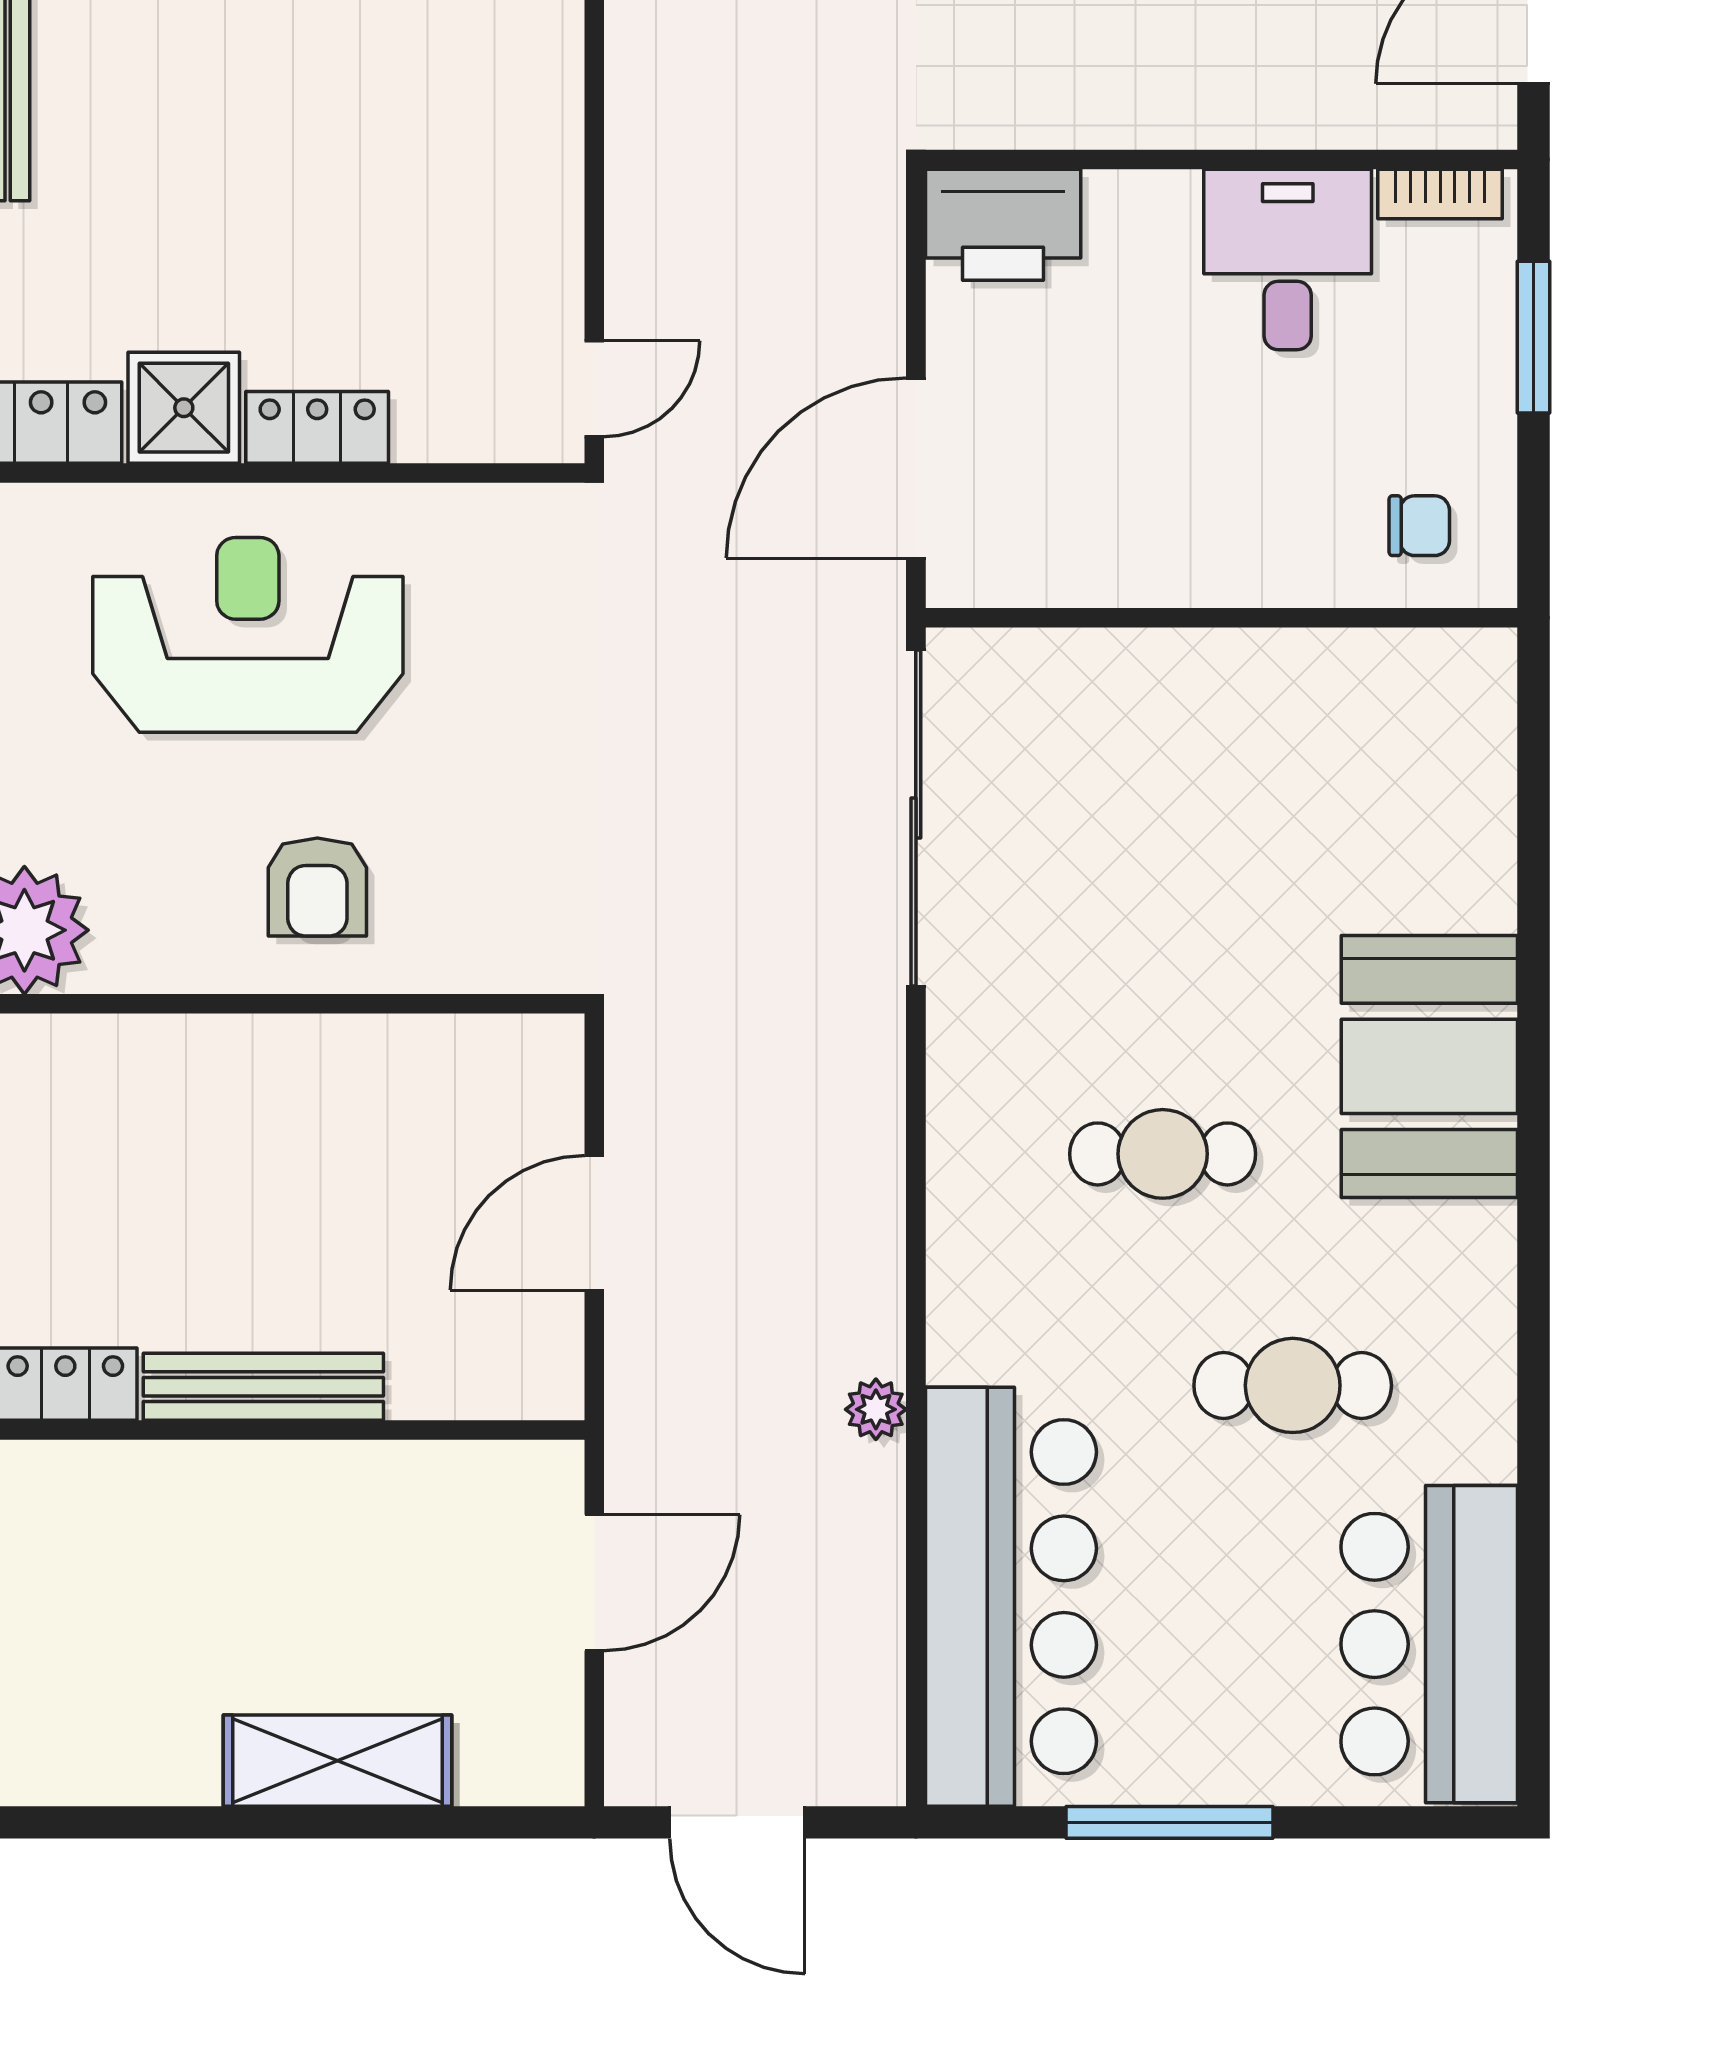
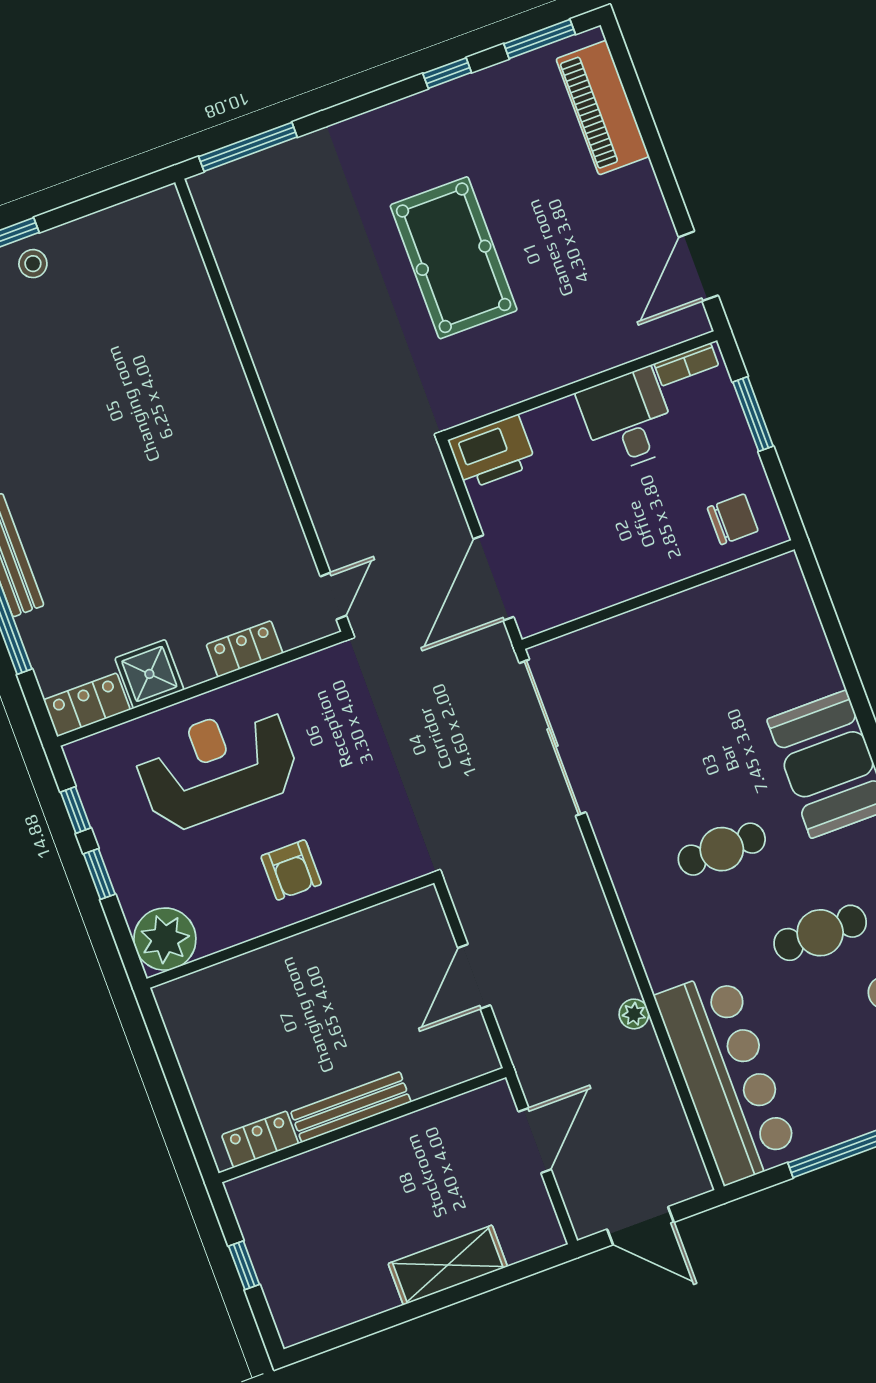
locker: (317, 427) -> (244, 649), moved
chair: (1419, 526) -> (733, 519), width x1.37, depth x1.37

